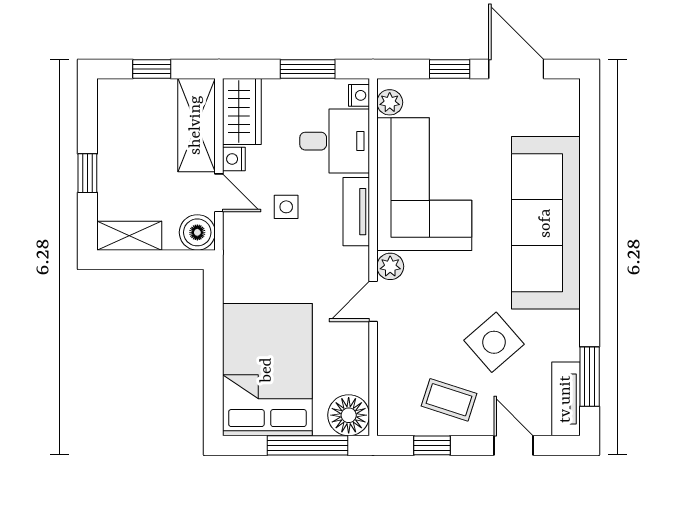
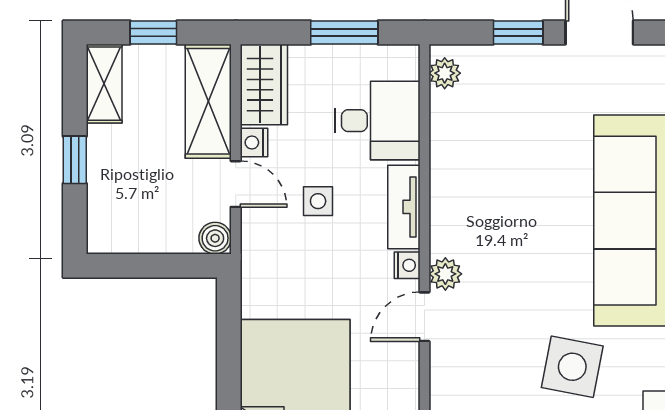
nightstand: (359, 95) -> (407, 265), moved
corner sofa: (424, 184) -> (487, 173), removed
boiler: (197, 232) -> (215, 238), width x0.73, depth x0.73
shelving: (129, 236) -> (104, 84), moved, turned 90
side table: (494, 342) -> (572, 367), turned -38

